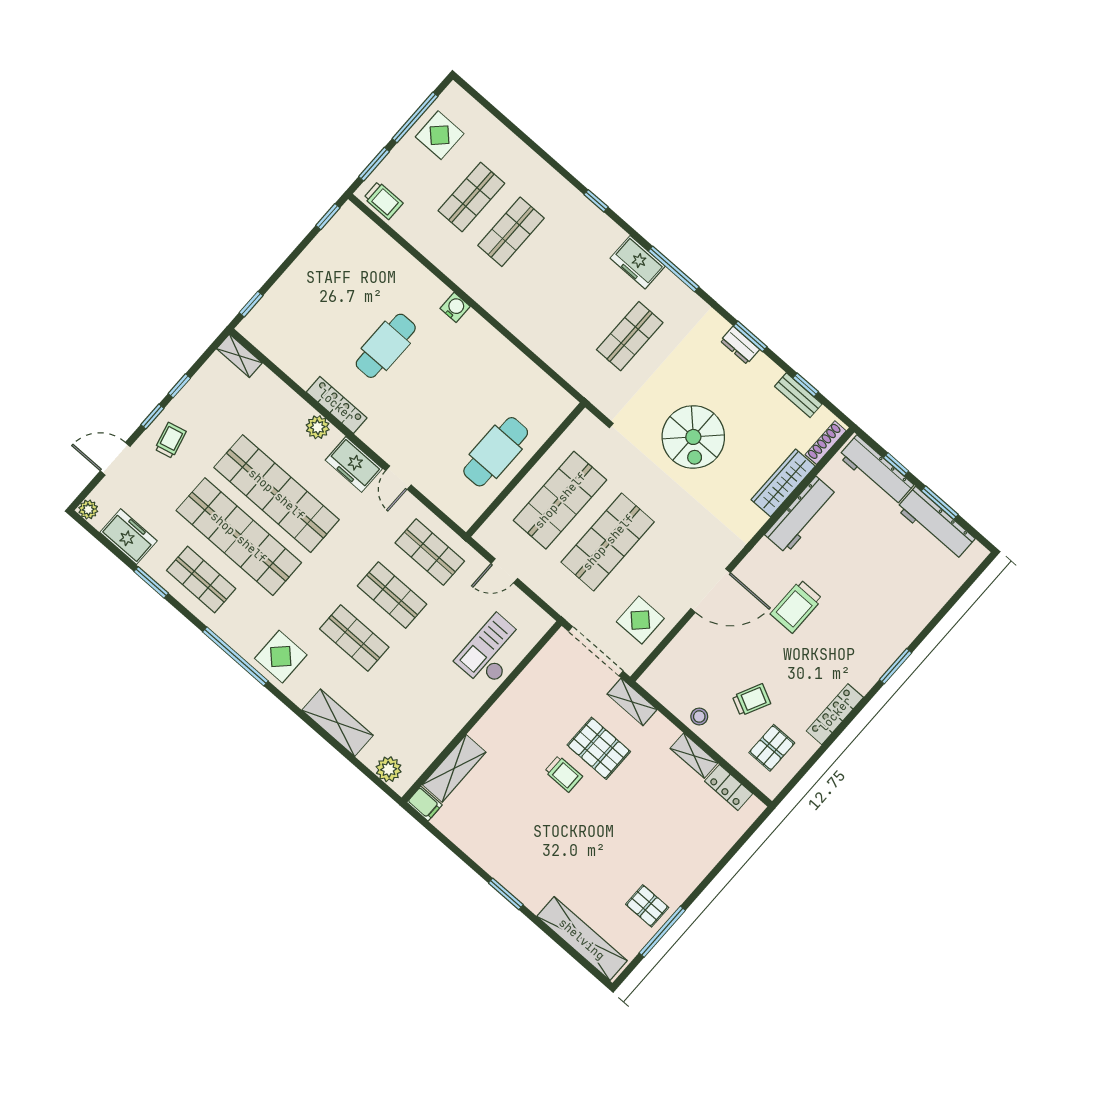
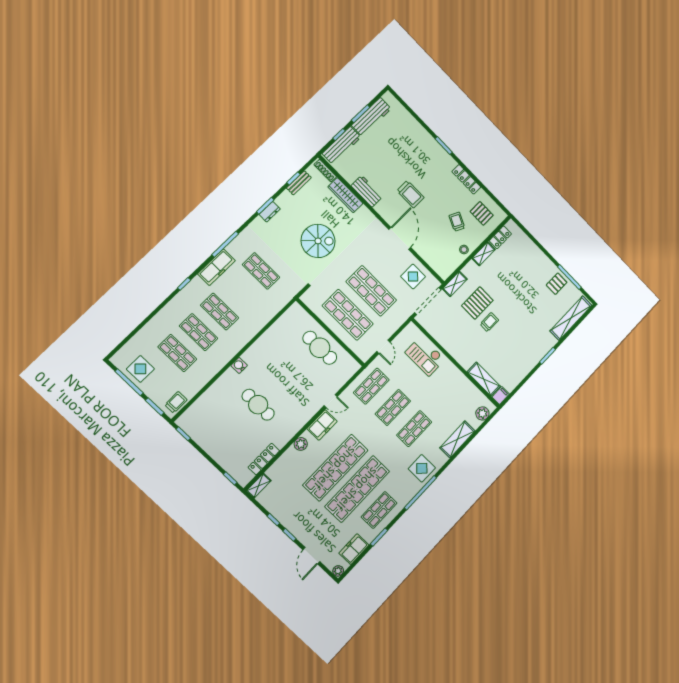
freezer: (638, 262) -> (216, 267), width x1.40
shop shelf: (551, 267) -> (220, 312), added
locker: (337, 405) -> (264, 459), moved
trolley: (170, 440) -> (303, 525), removed
workbench: (801, 515) -> (367, 191), width x0.73

